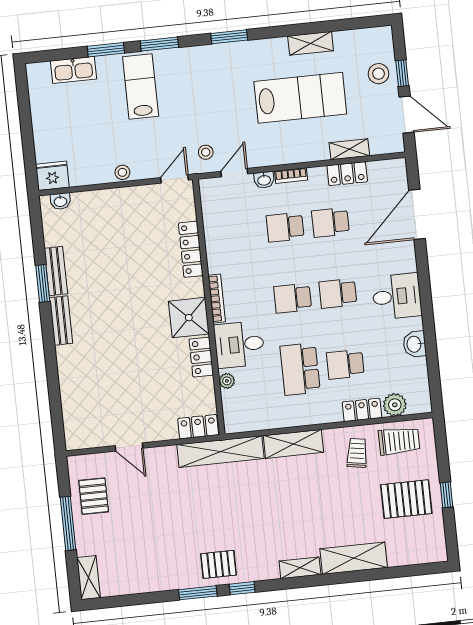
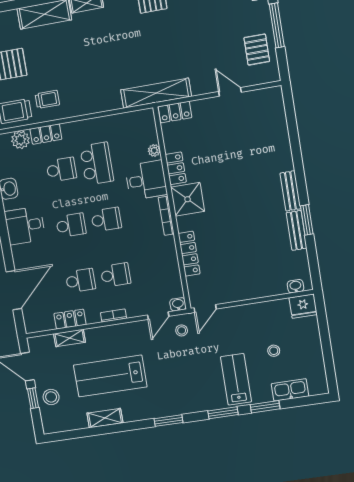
lab bench: (141, 87) -> (236, 379), turned 180
stool: (122, 172) -> (274, 351), moved
washbasin: (264, 180) -> (178, 304), moved
shelving: (293, 444) -> (98, 103), removed
trolley: (357, 453) -> (47, 99), turned -99

